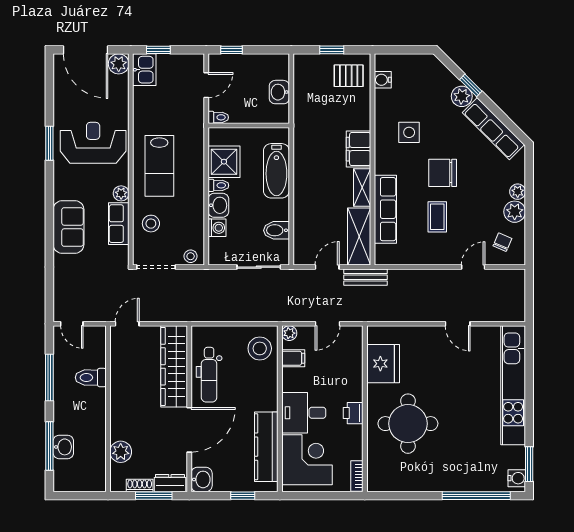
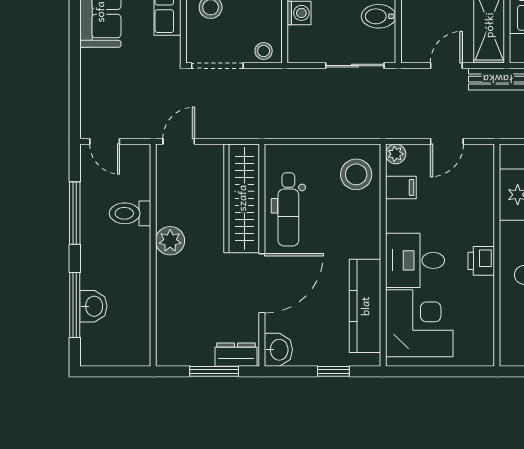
plant: (121, 452) -> (170, 241), moved
bookcase: (357, 476) -> (486, 345), removed
shoe rack: (140, 485) -> (195, 358), removed

